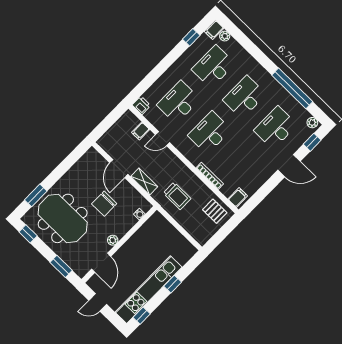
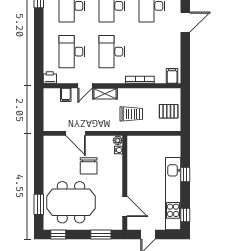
shelving: (144, 182) -> (105, 94), moved
pallet: (215, 211) -> (169, 111), moved
plant: (113, 240) -> (118, 140), moved

